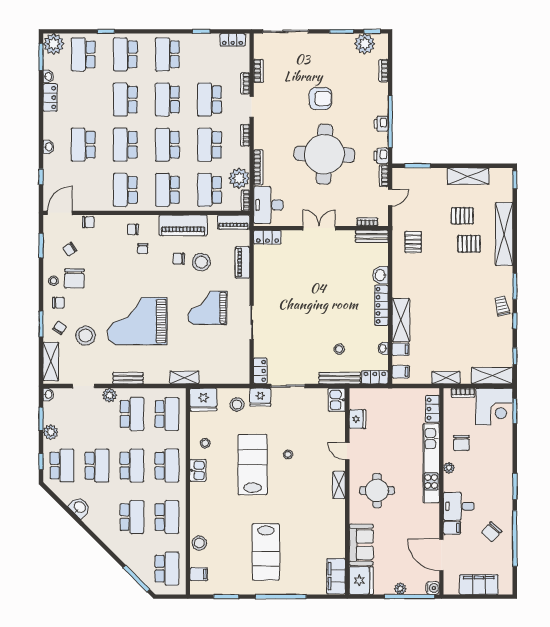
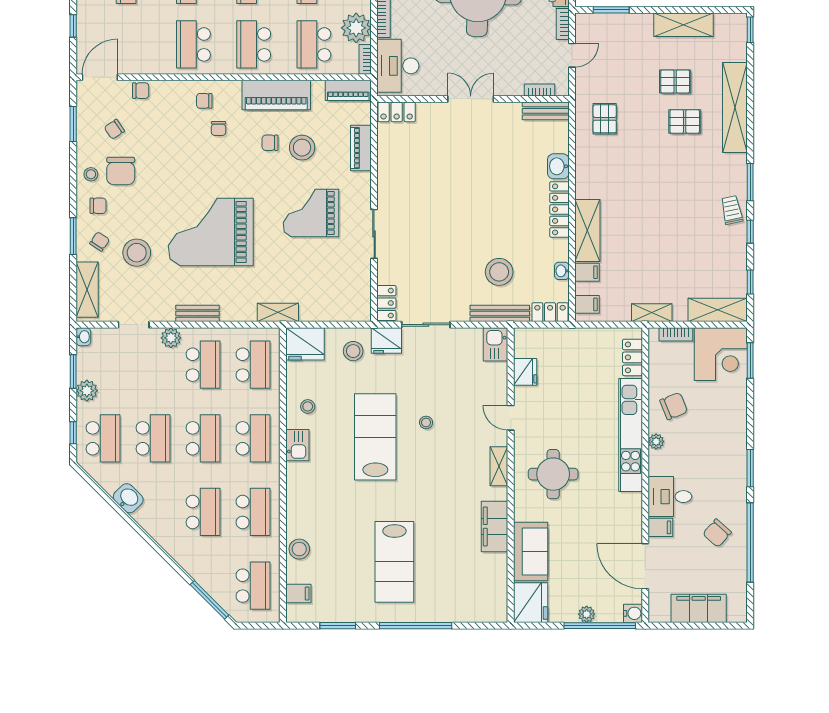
stool: (339, 349) -> (499, 272), width x1.89, depth x1.89
chair: (461, 443) -> (674, 406), turned -112
filing cabinet: (336, 576) -> (494, 526), moved

